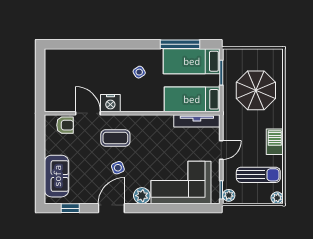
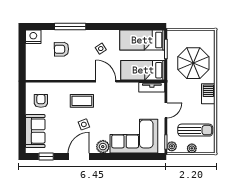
window: (180, 44) -> (70, 26), moved
armchair: (90, 73) -> (61, 49), added
nightstand: (110, 103) -> (33, 37), moved, turned 180
door: (88, 113) -> (106, 81), moved
tv unit: (197, 121) -> (152, 87), width x0.71
armchair: (65, 125) -> (41, 101), moved, turned -90
barbecue: (275, 142) -> (208, 94), moved
plant: (277, 198) -> (192, 148), moved

